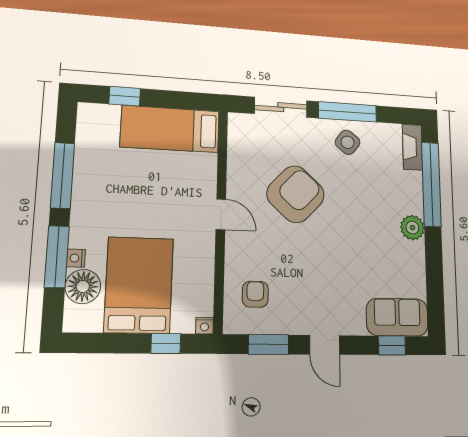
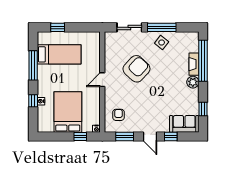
bed: (170, 129) -> (59, 54), moved, turned 180
fireplace: (412, 147) -> (194, 64), moved
door: (221, 214) -> (102, 80), swing flipped
window: (57, 257) -> (33, 101), width x0.46
window: (435, 285) -> (203, 109), added
floor lamp: (83, 287) -> (45, 113), removed
window: (392, 345) -> (171, 137), moved

